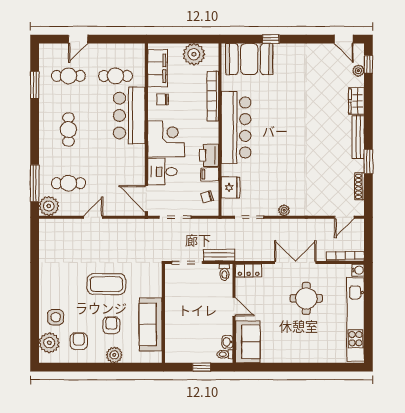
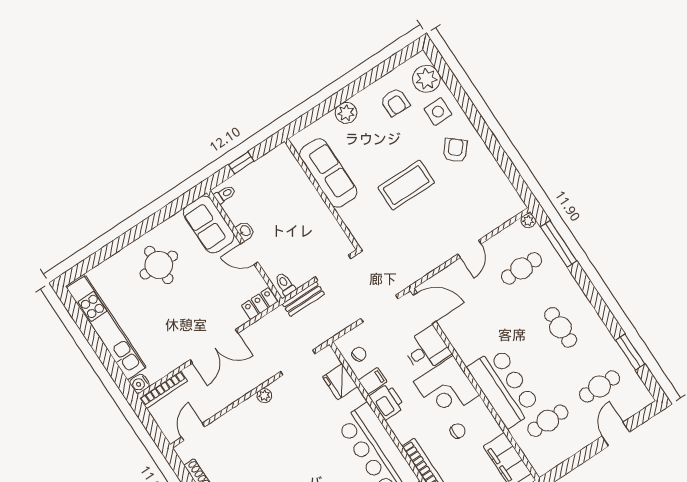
chair: (163, 99) -> (458, 431), moved
plant: (49, 206) -> (528, 221), width x0.53, depth x0.53
round table: (306, 298) -> (159, 265), moved
armchair: (111, 325) -> (455, 150), moved, turned -140
washbasin: (227, 342) -> (245, 231), moved

